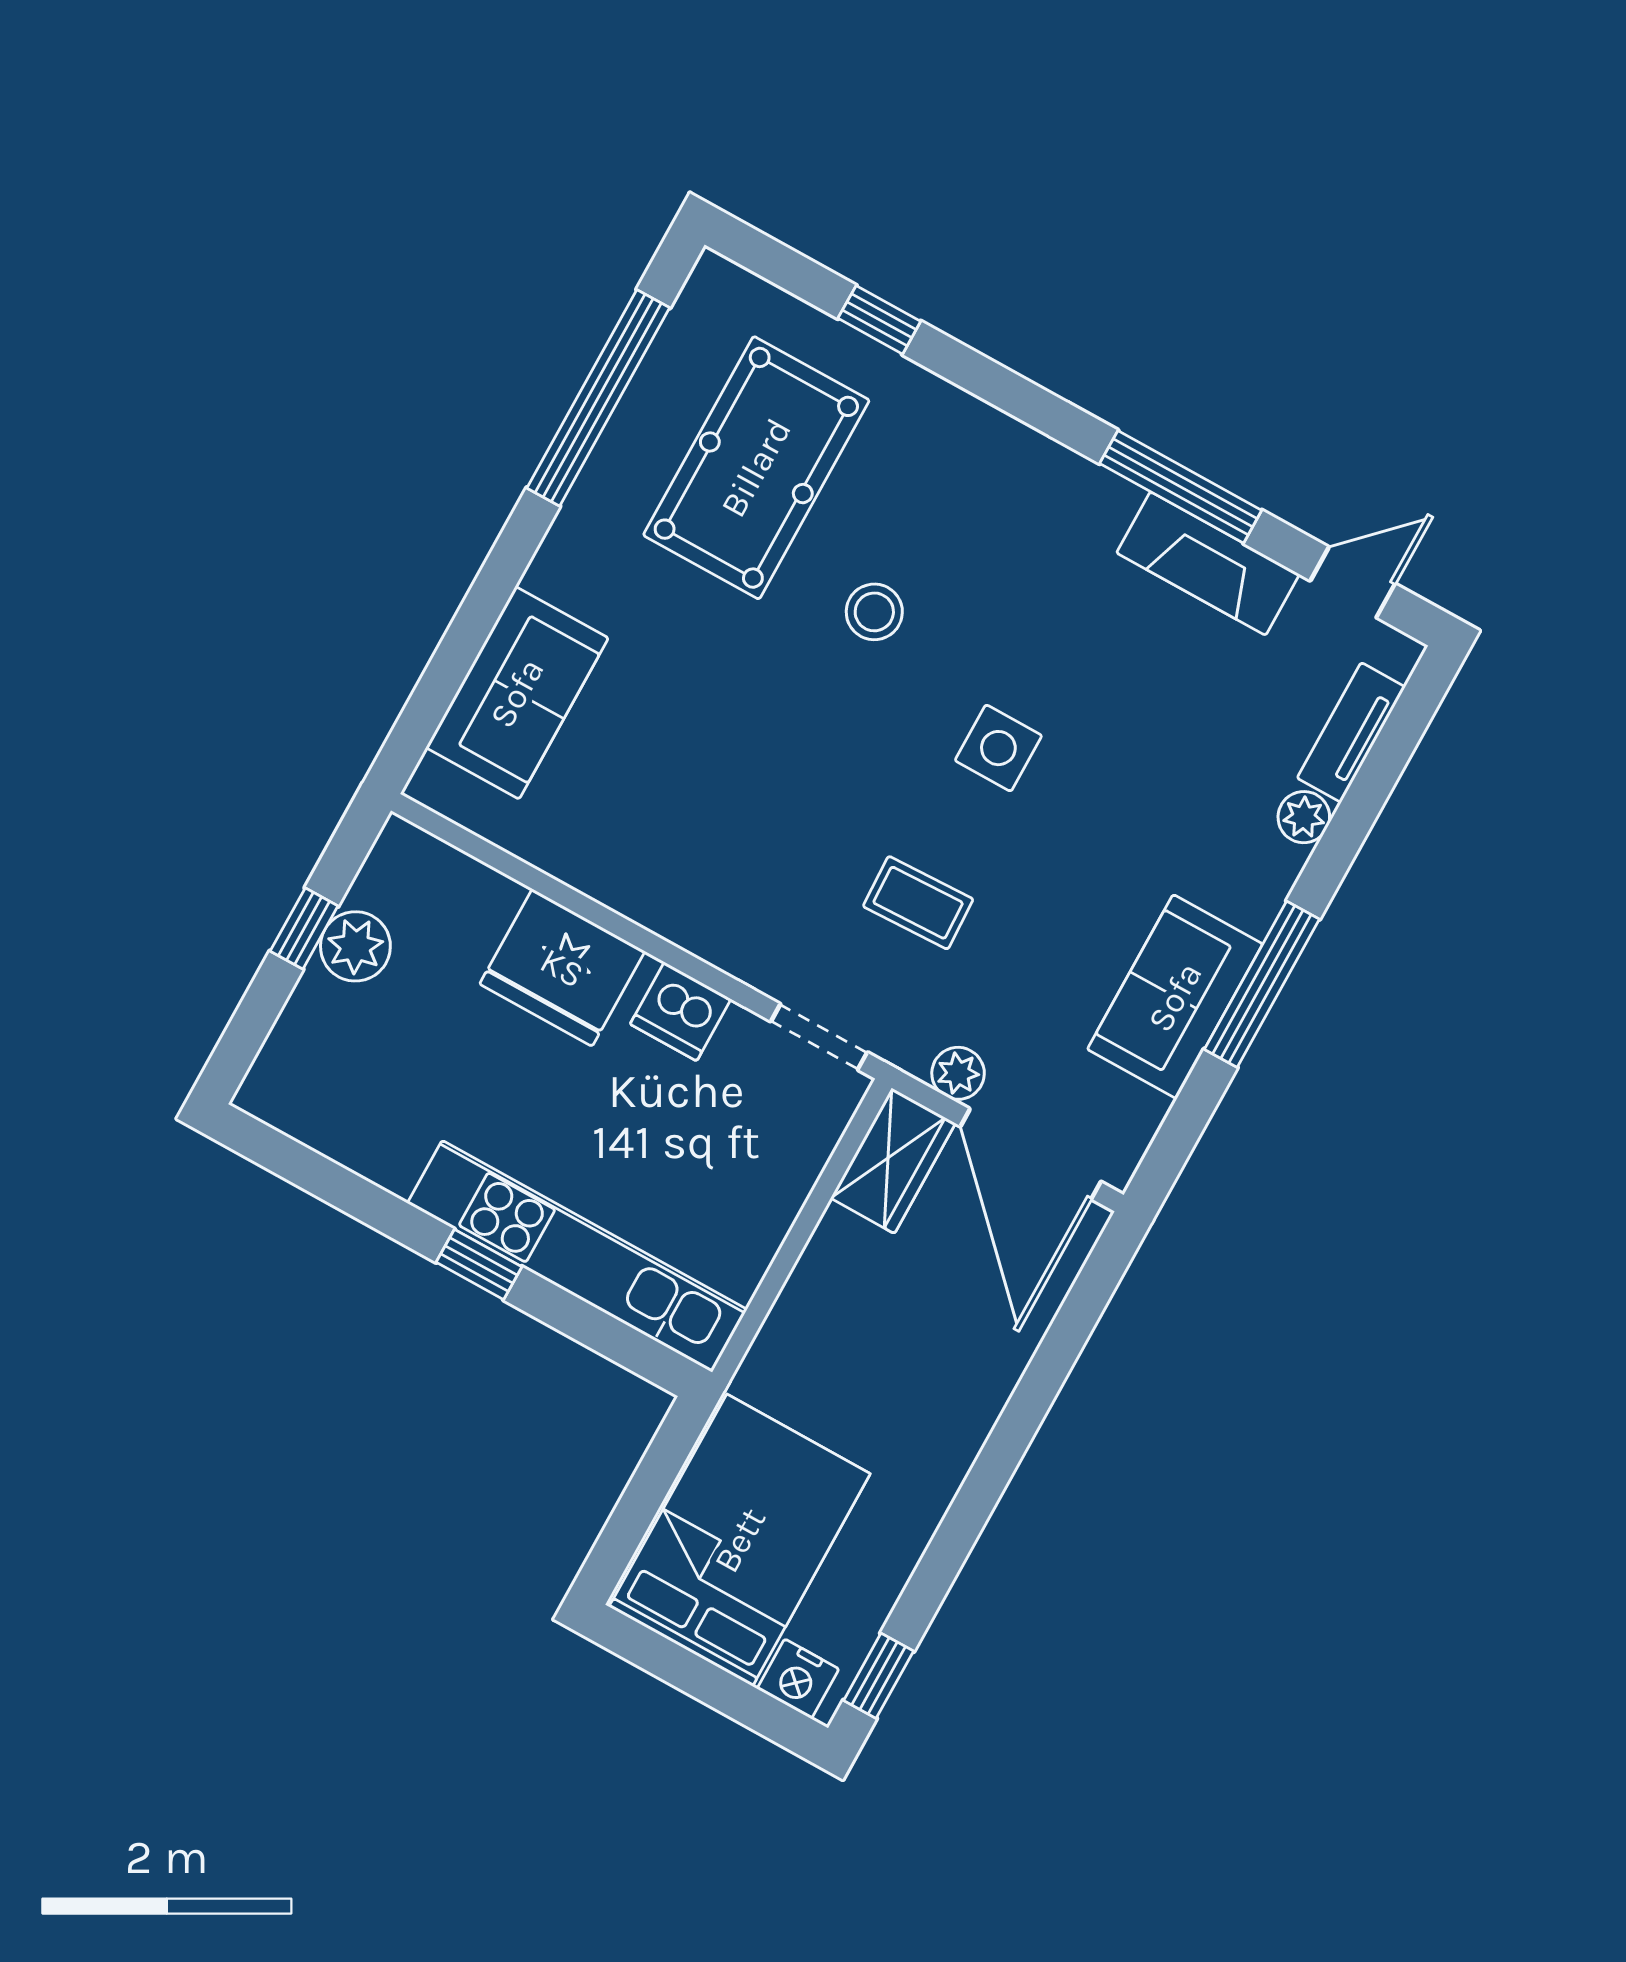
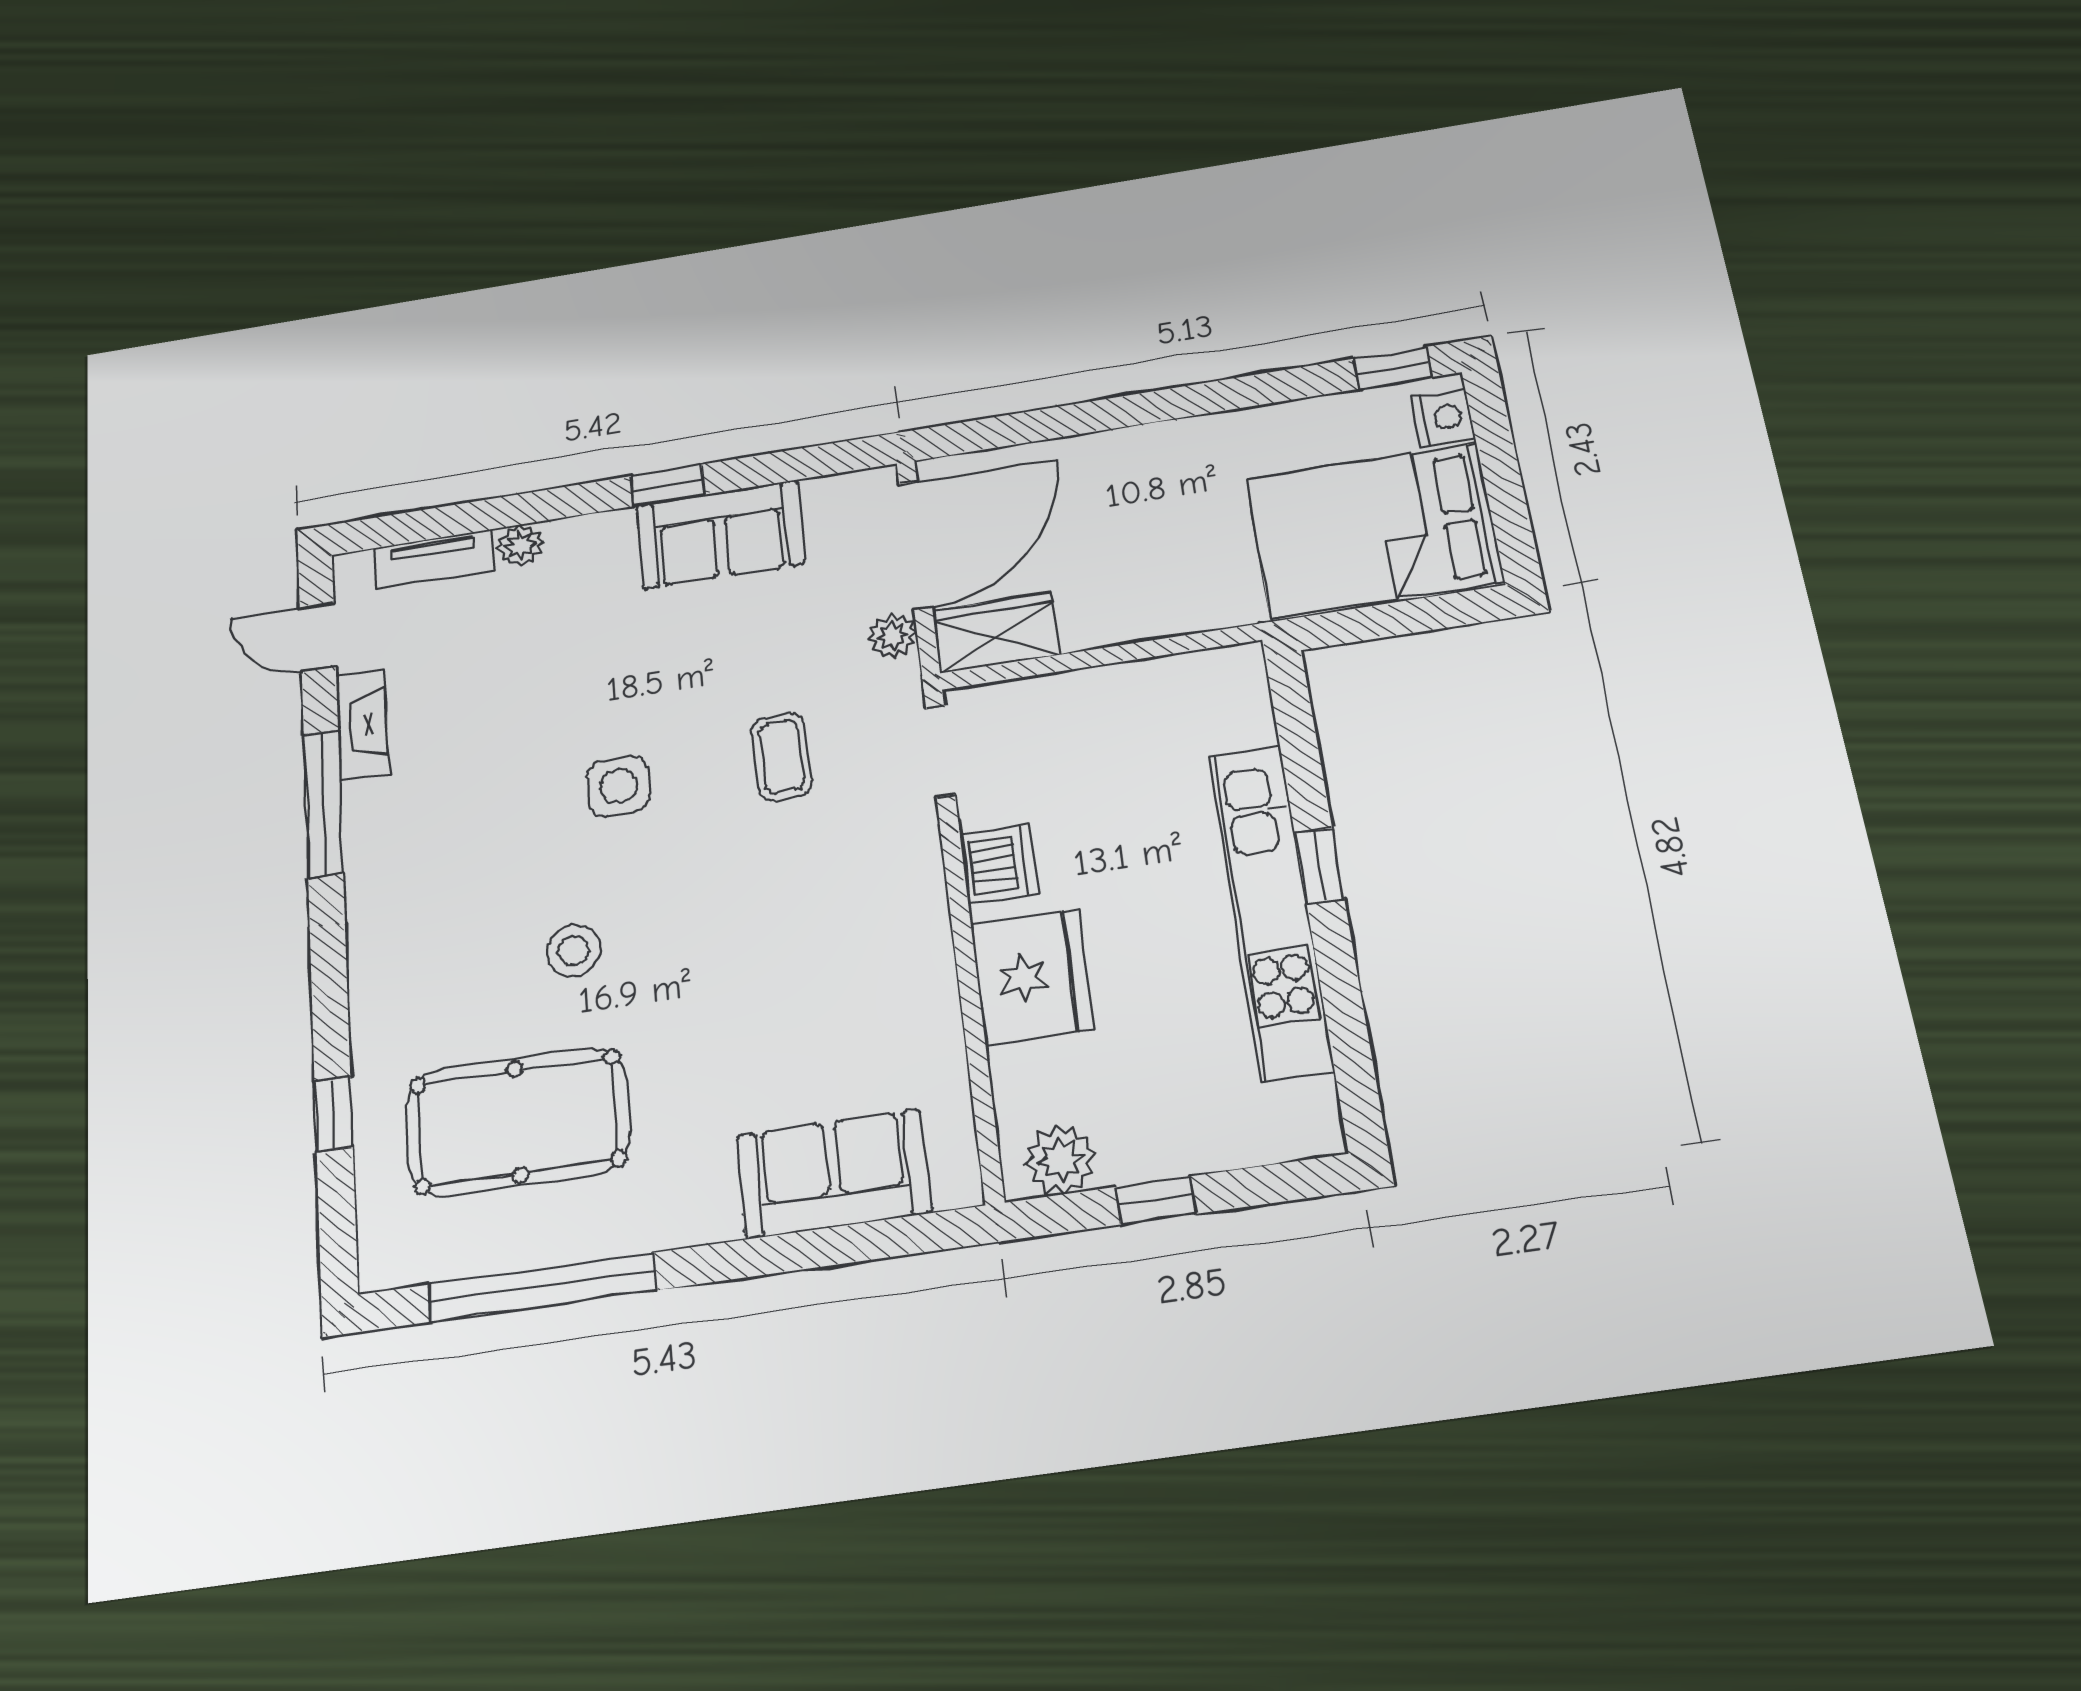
fireplace: (1208, 564) -> (362, 725), width x0.73, depth x0.76
plant: (355, 946) -> (1060, 1160), moved
window: (1262, 984) -> (667, 485), width x0.46
kitchen unit: (577, 1256) -> (1271, 910), moved

